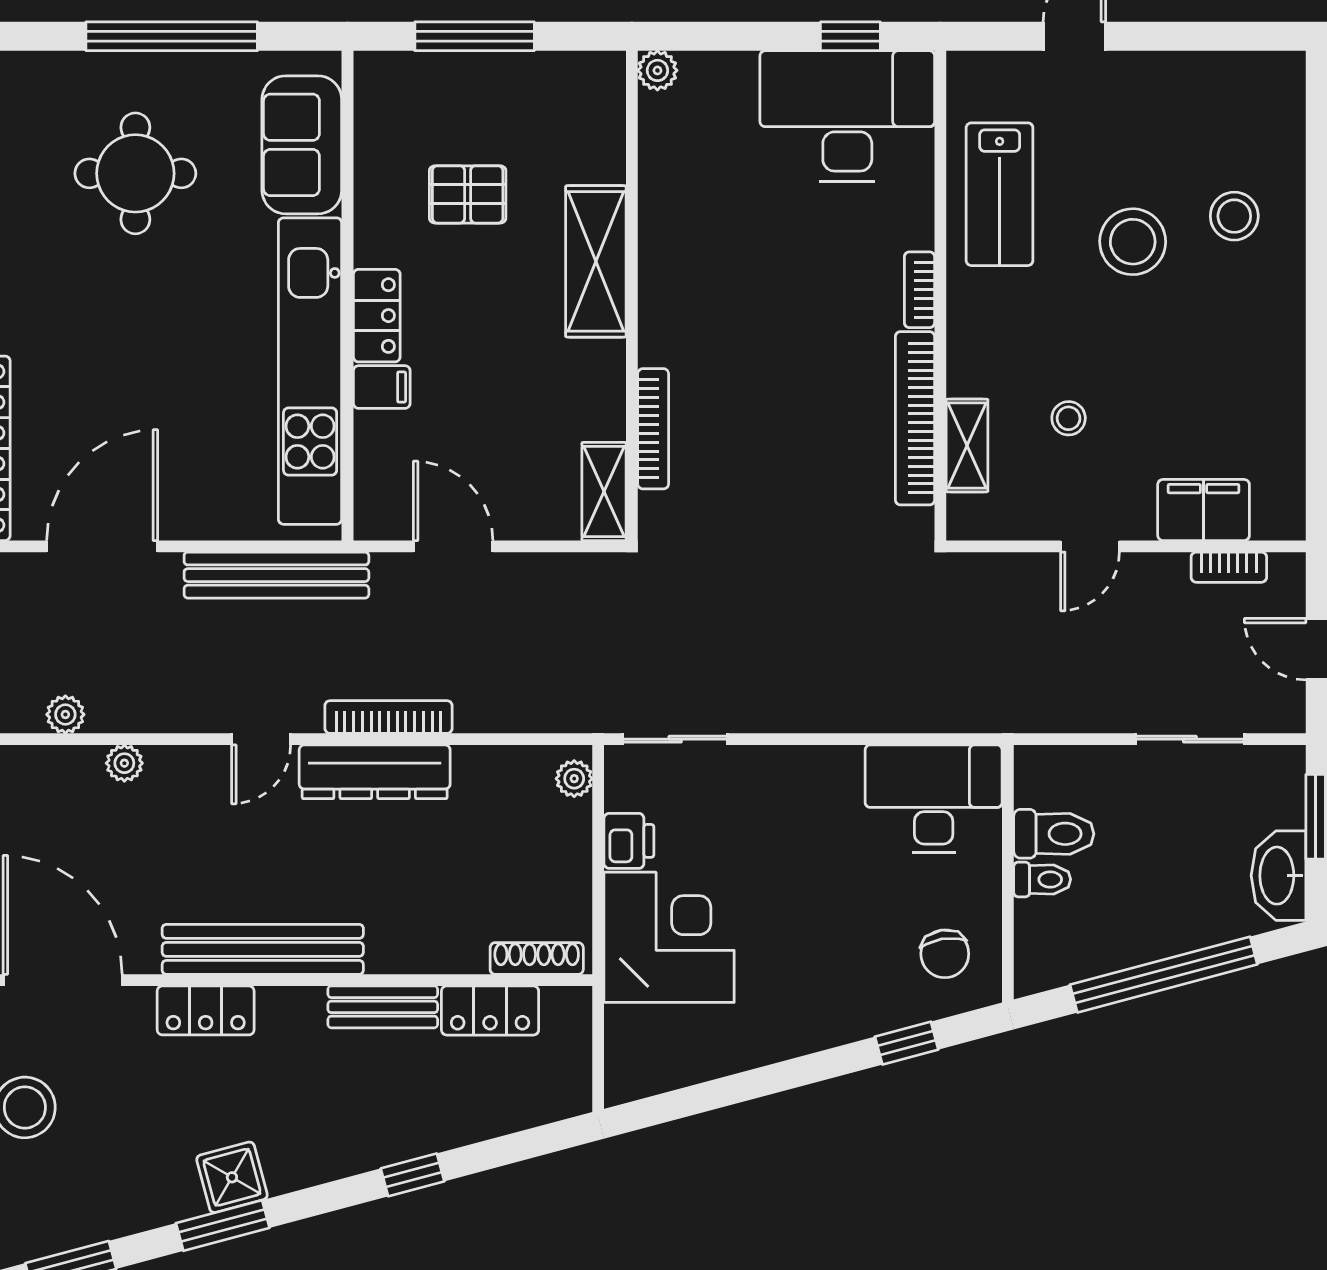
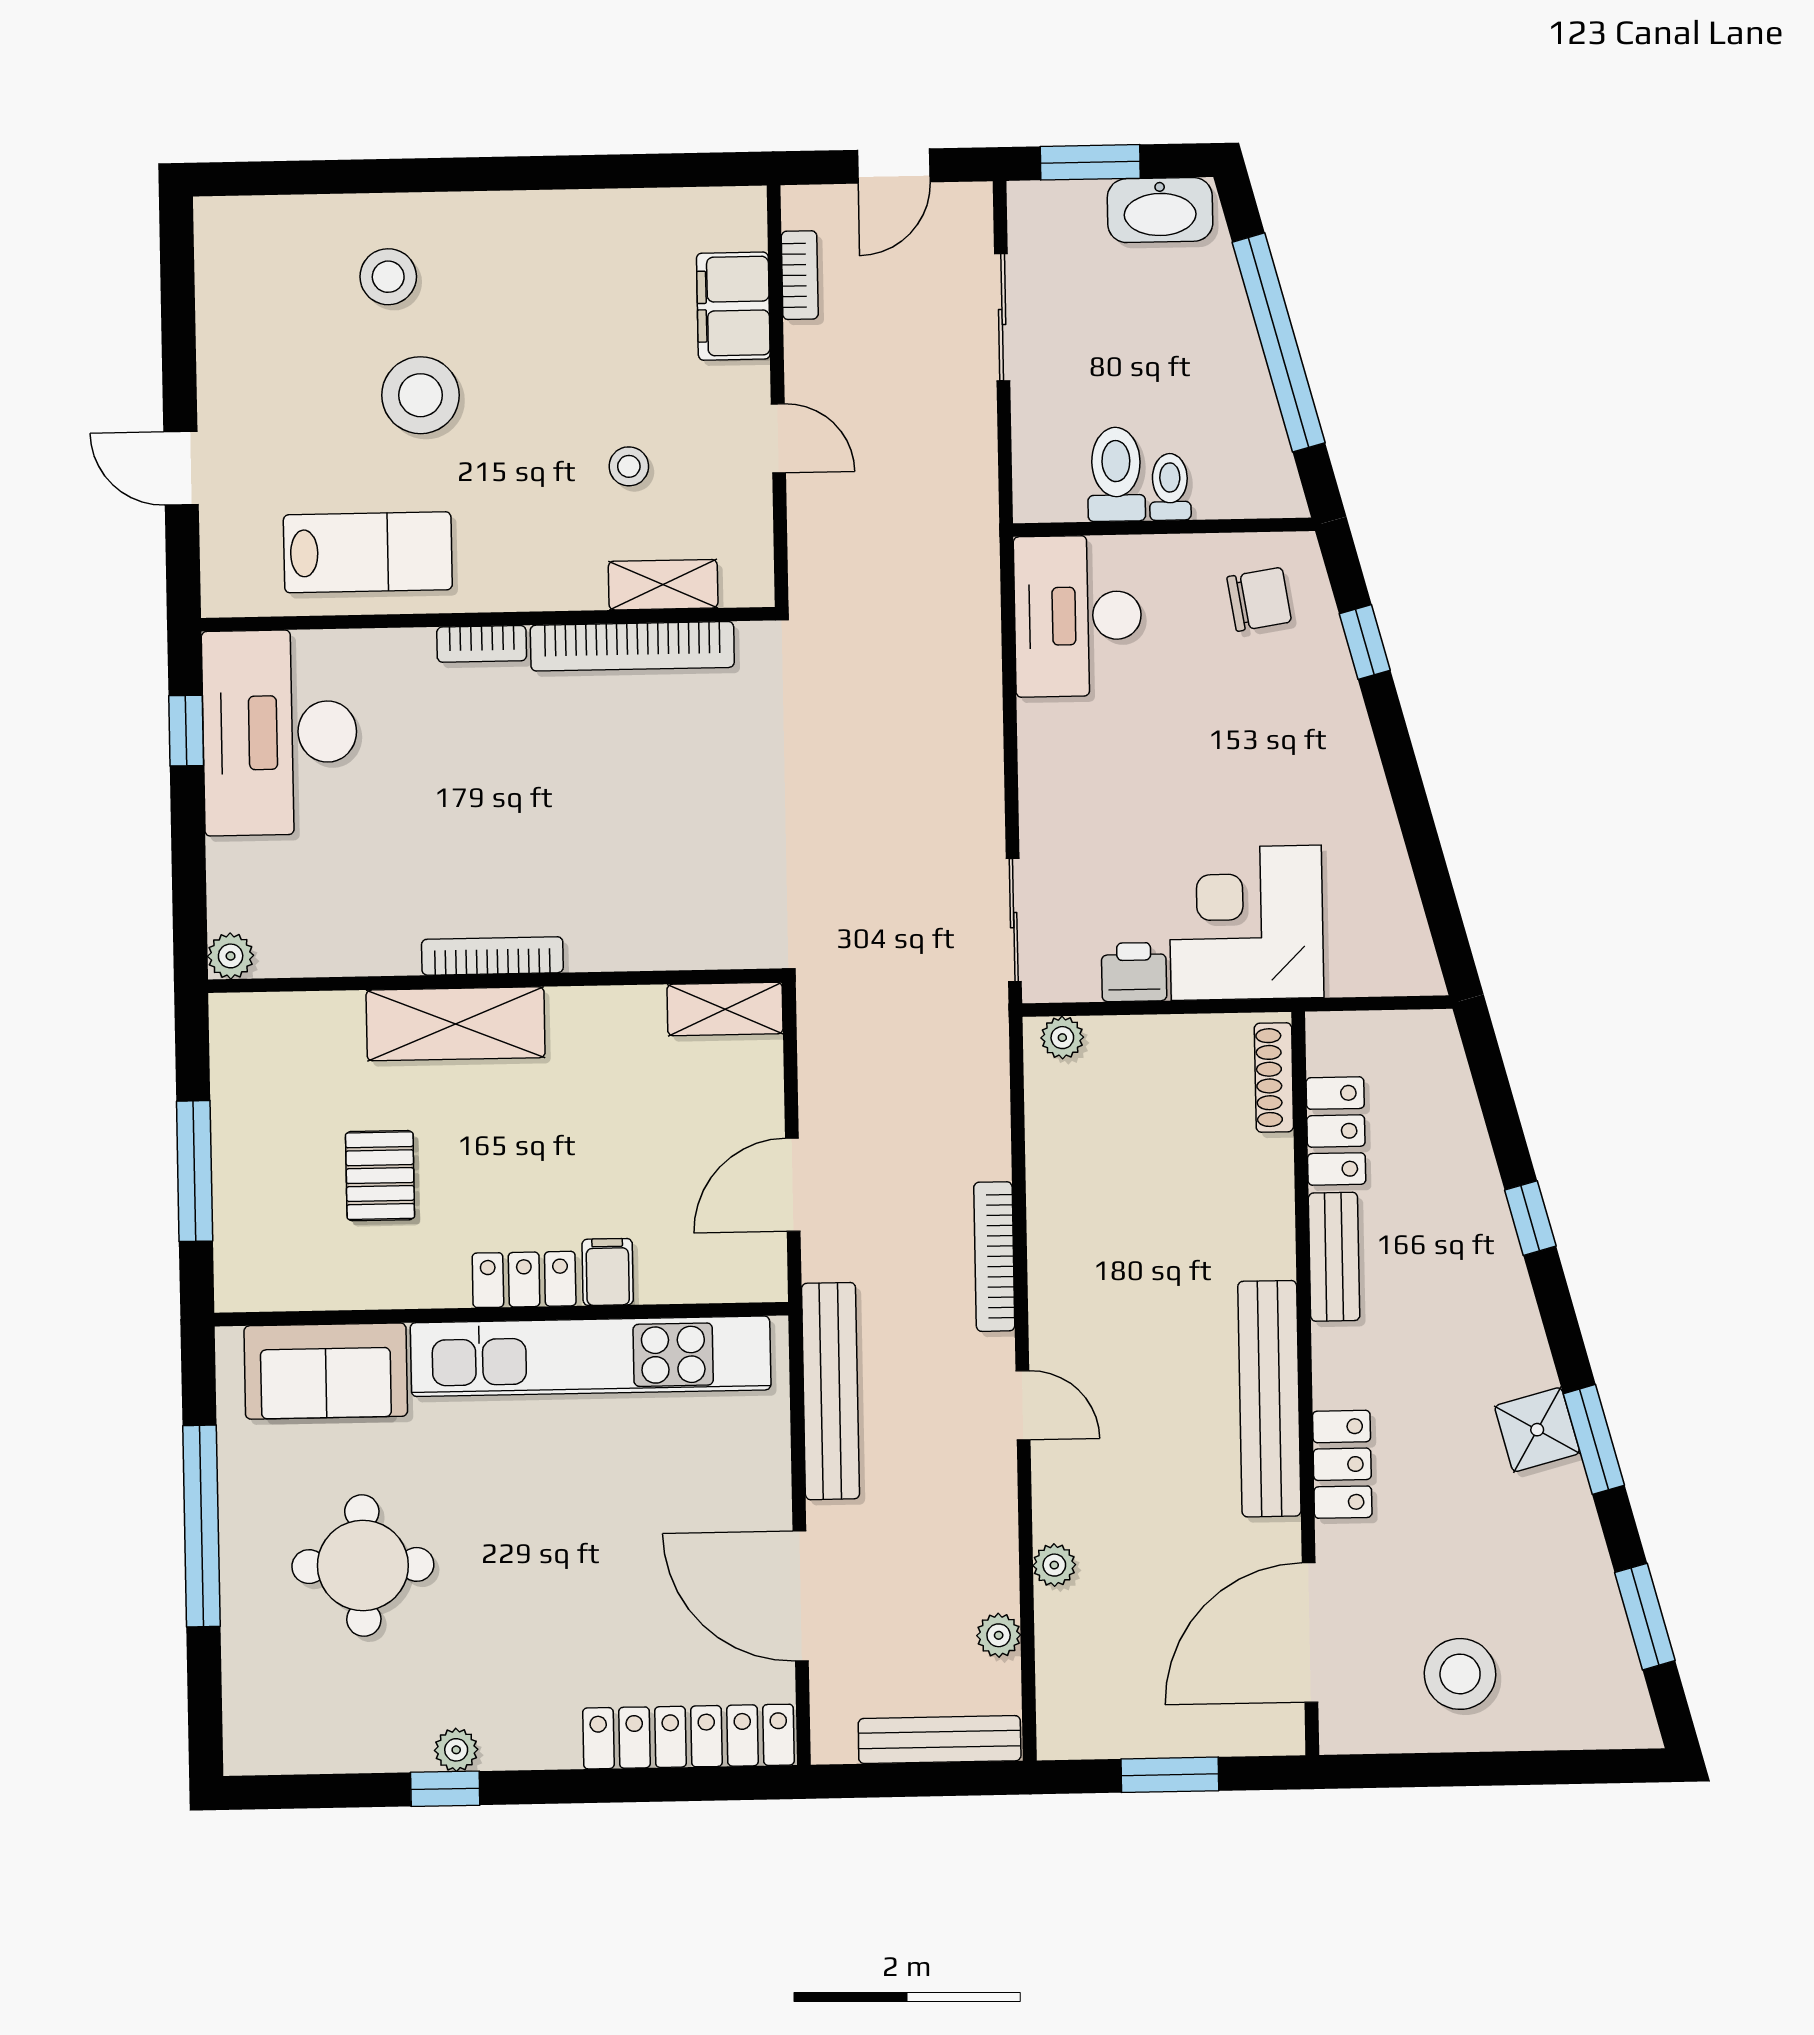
bookcase: (653, 429) -> (492, 956), moved
dresser: (375, 772) -> (1059, 1272), removed

